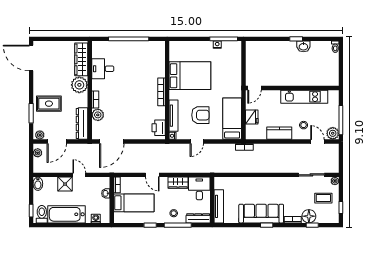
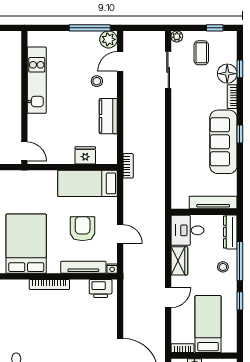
door: (254, 88) -> (24, 151), moved
wall: (292, 88) -> (24, 97), moved
kitchen unit: (304, 97) -> (37, 80), moved

